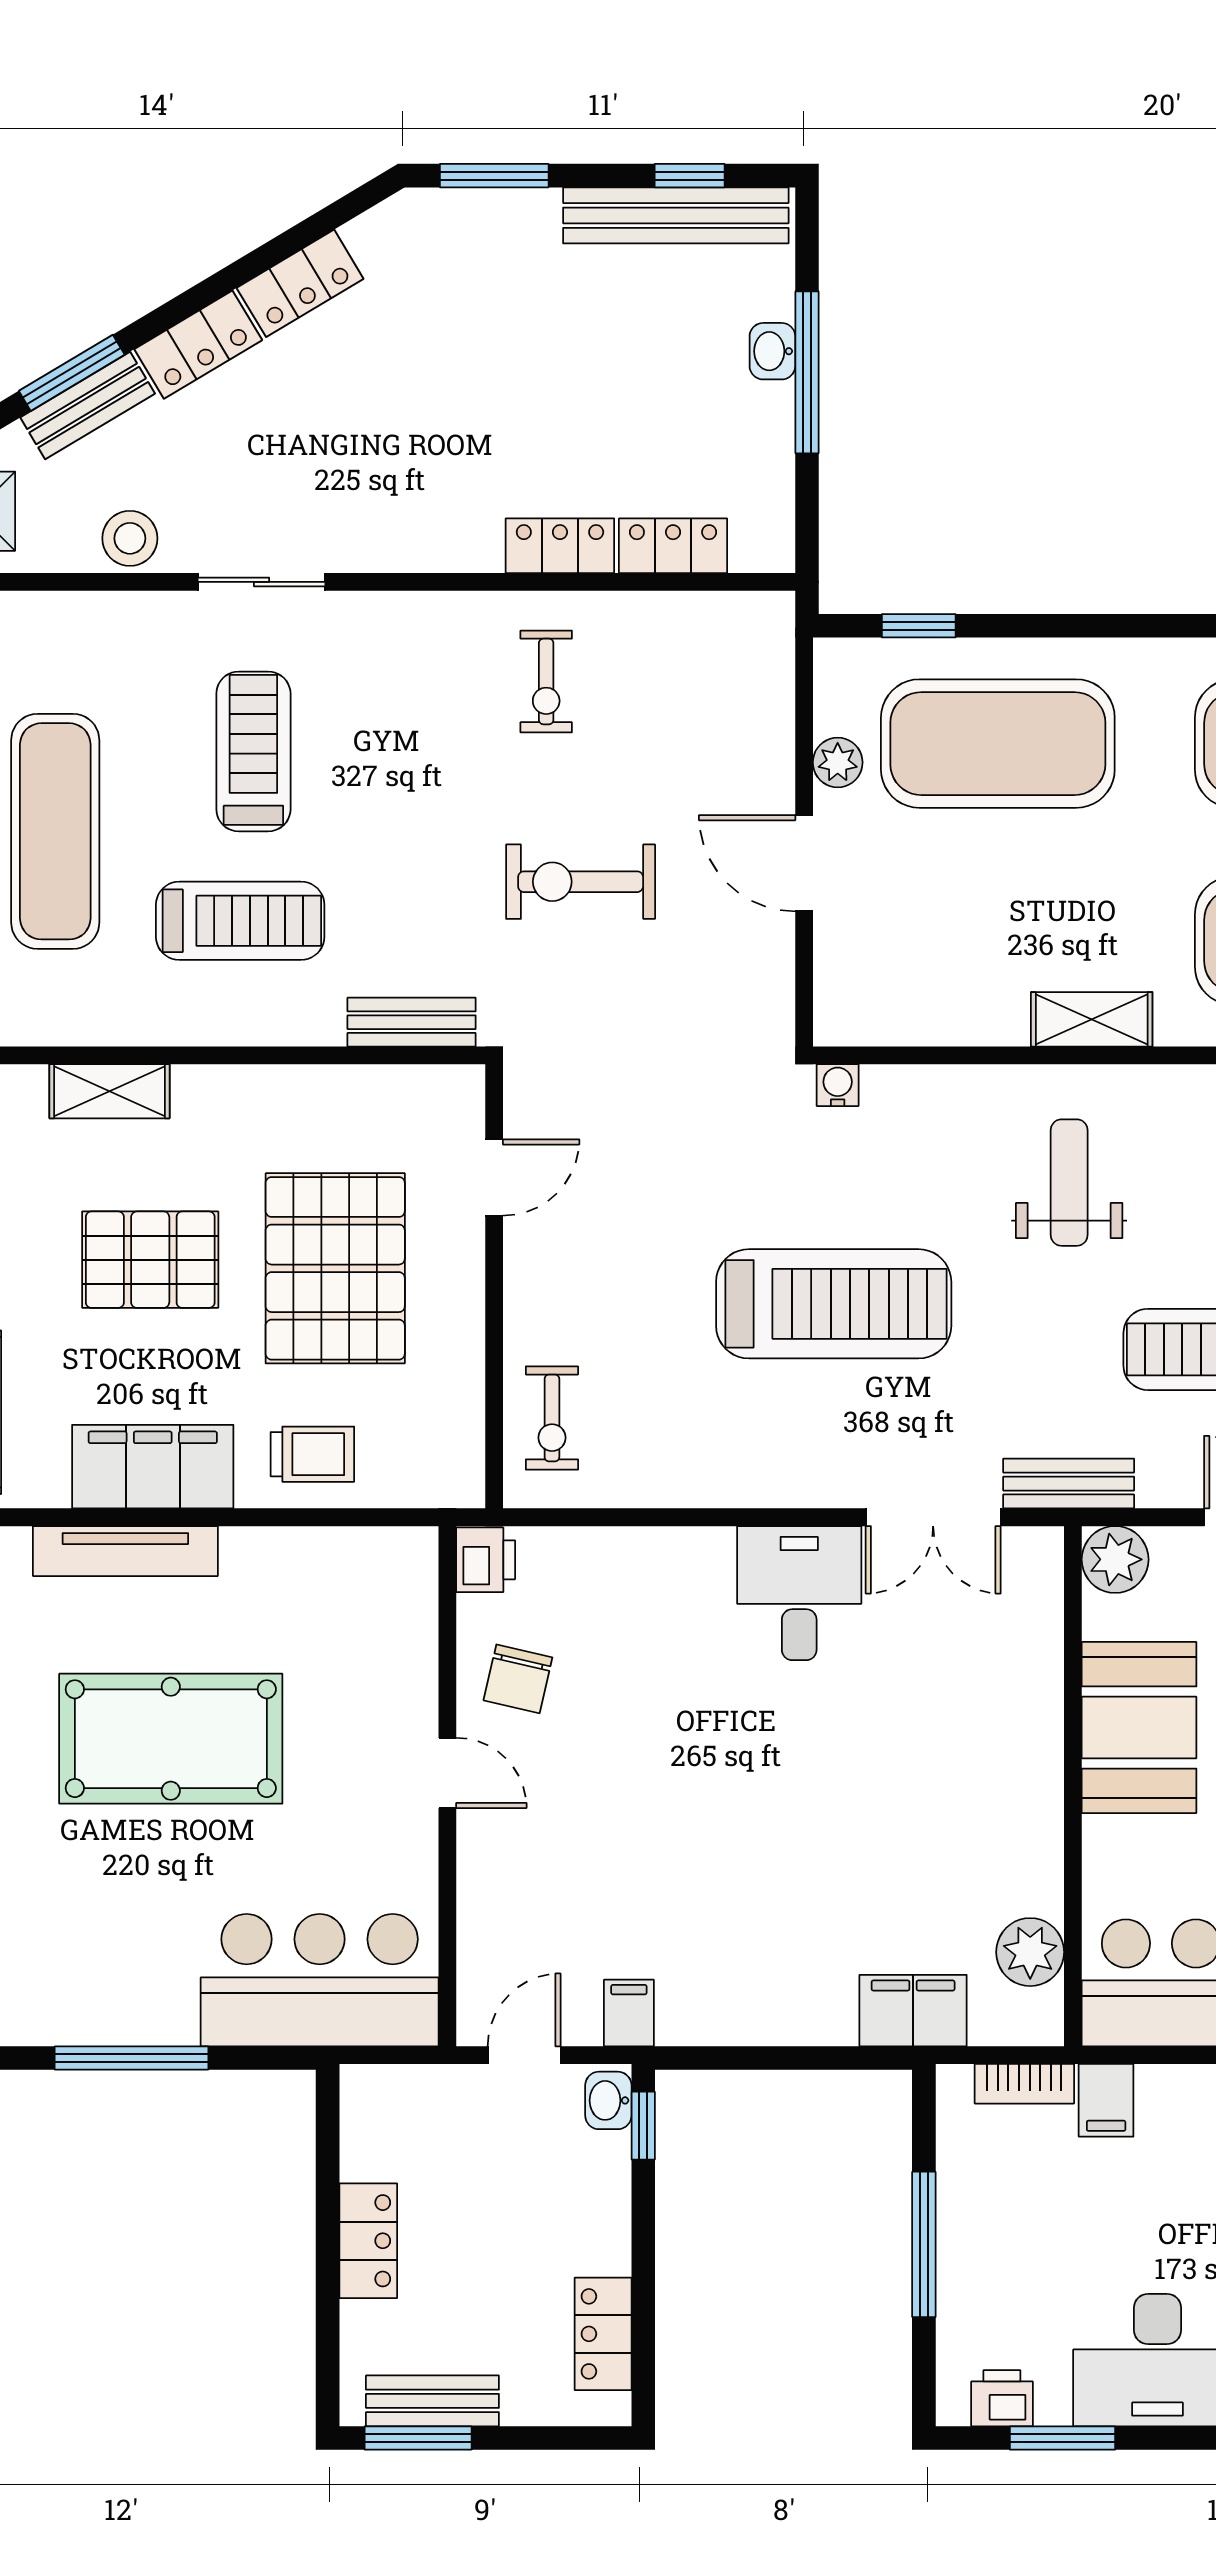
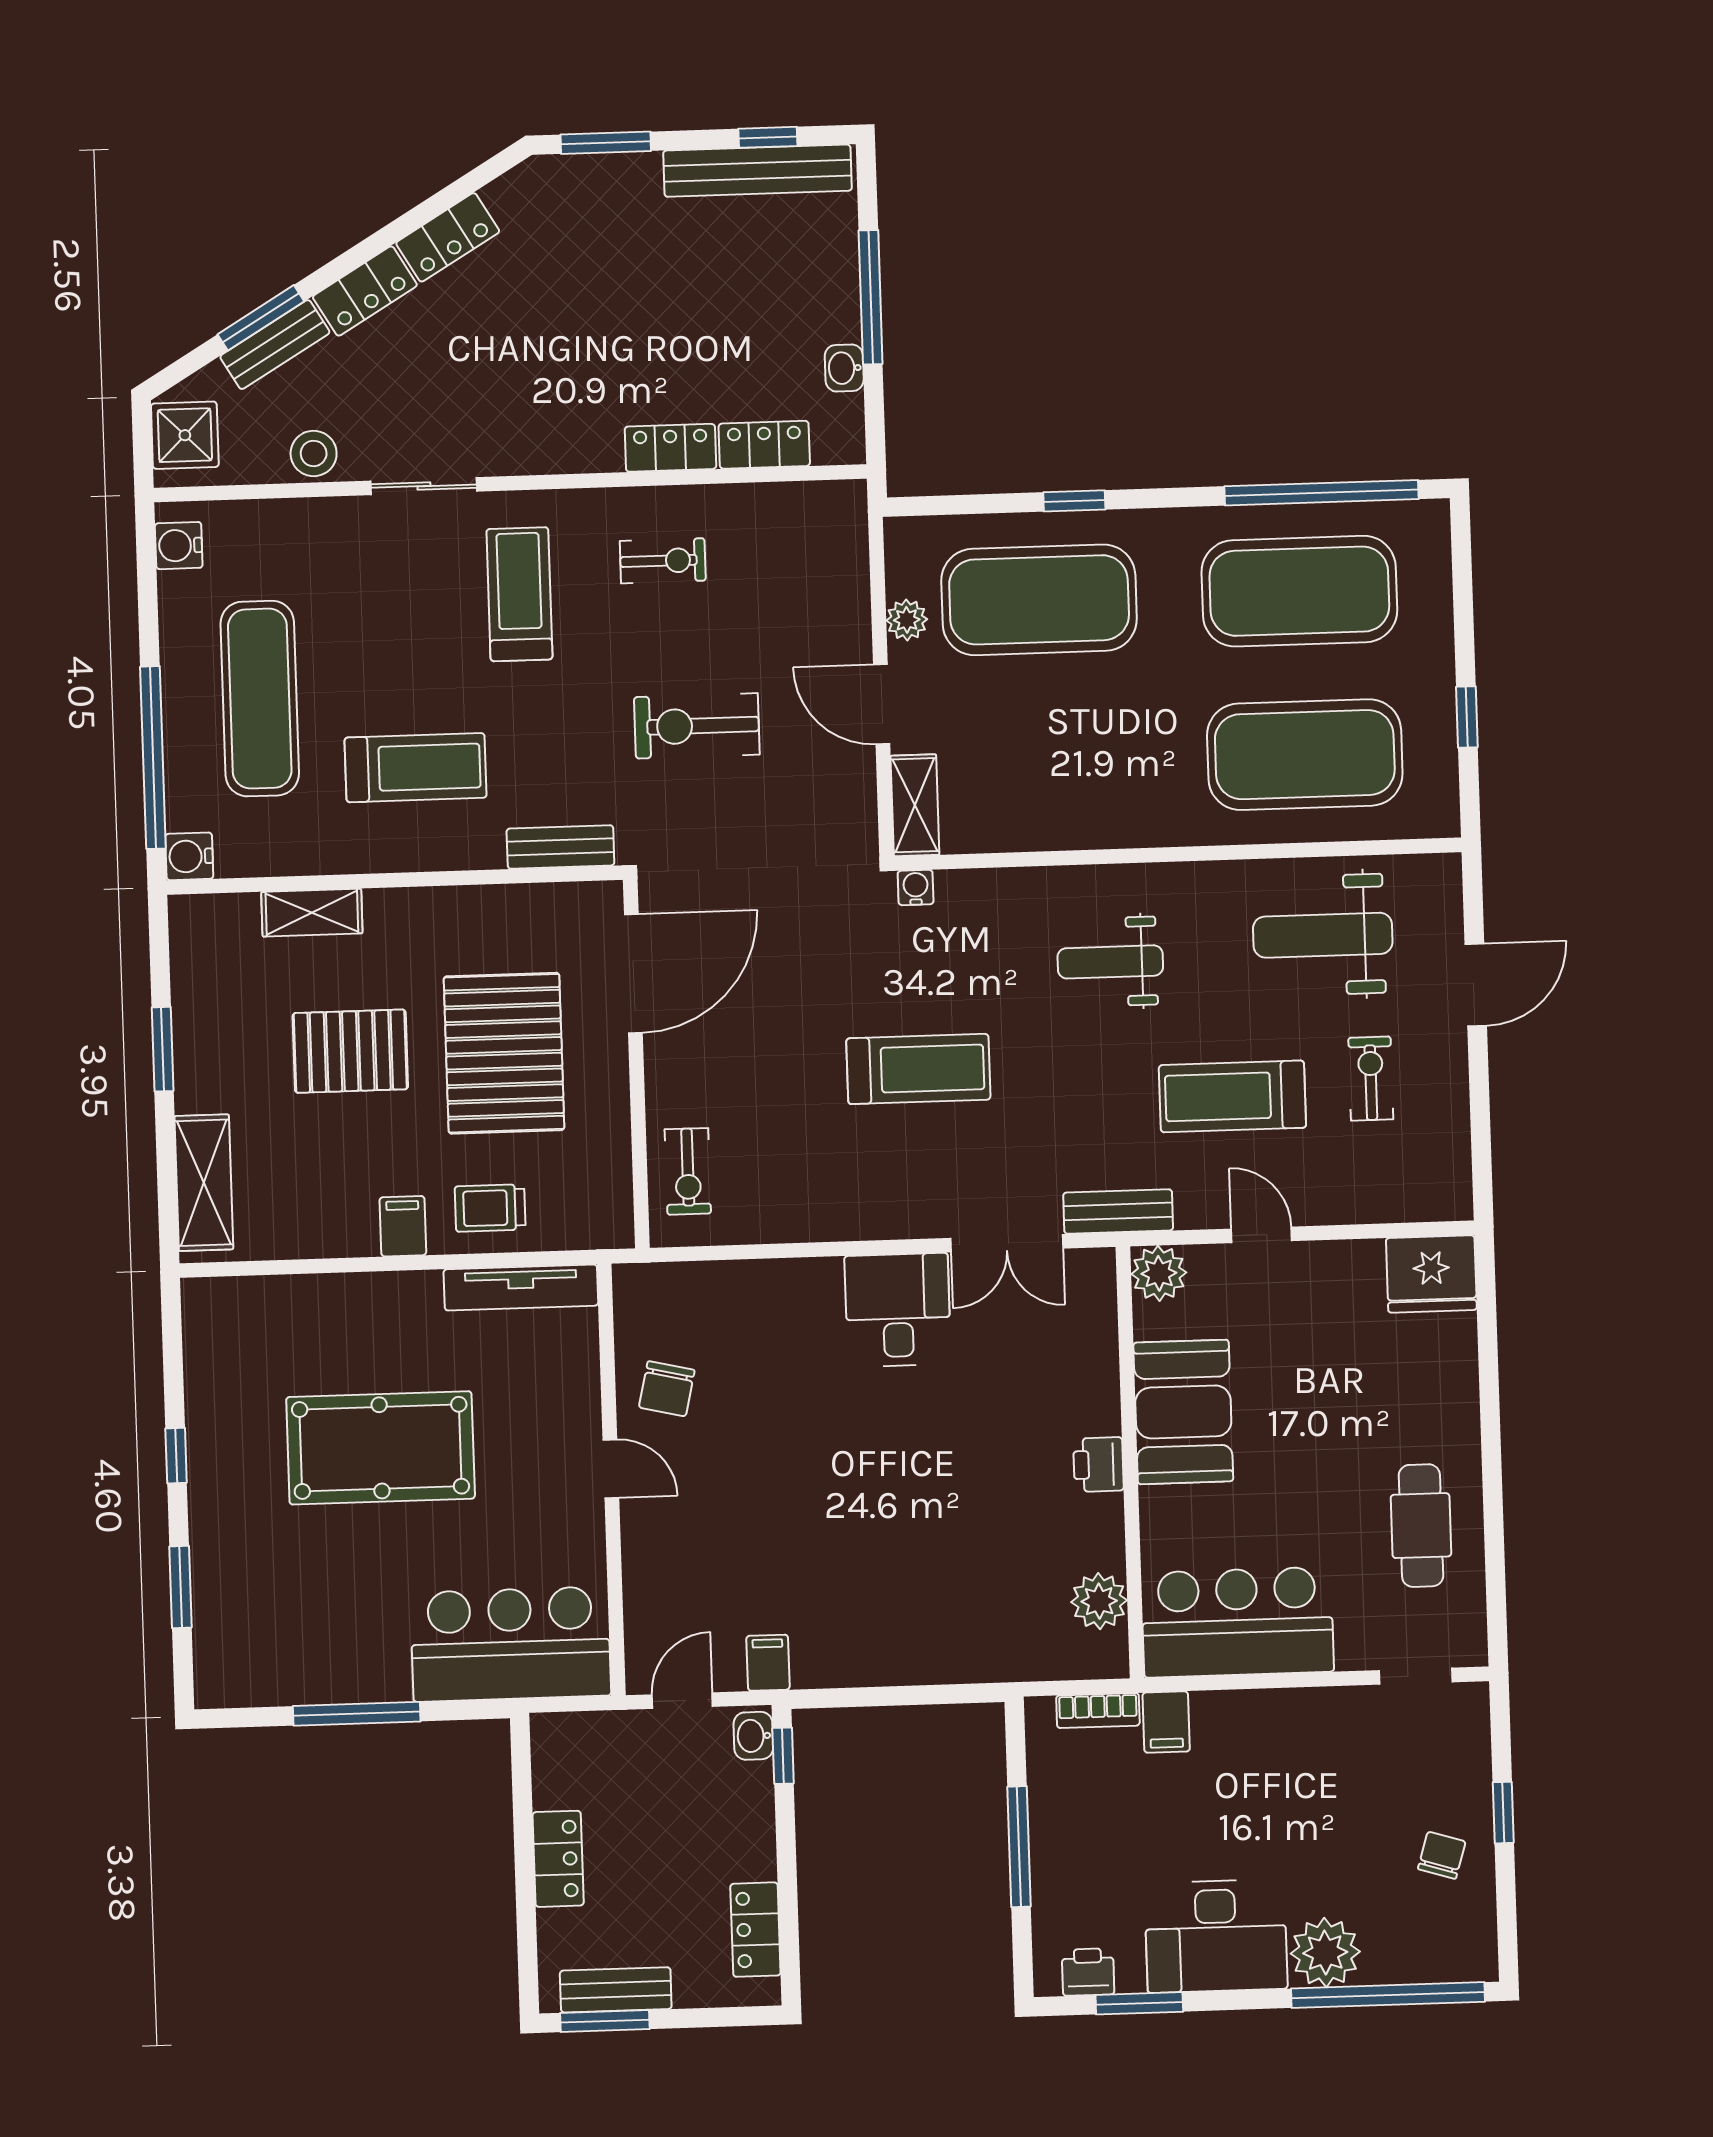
washbasin: (772, 351) -> (844, 368), moved
window: (919, 626) -> (1074, 501), moved
exercise bike: (546, 681) -> (663, 561), turned -90
treadmill: (253, 751) -> (519, 594), moved
shelving: (1092, 1019) -> (915, 805), moved, turned 90
door: (494, 1177) -> (633, 974), width x1.87
weight bench: (1069, 1183) -> (1110, 962), turned -90
treadmill: (834, 1304) -> (918, 1069), width x0.73, depth x0.73
trolley: (312, 1454) -> (490, 1208), turned 180
filing cabinet: (153, 1467) -> (403, 1226), width x0.33, depth x0.86
tv unit: (125, 1551) -> (521, 1287), moved
printer: (486, 1560) -> (1098, 1465), moved, turned 180
filing cabinet: (913, 2011) -> (1004, 1653), removed

